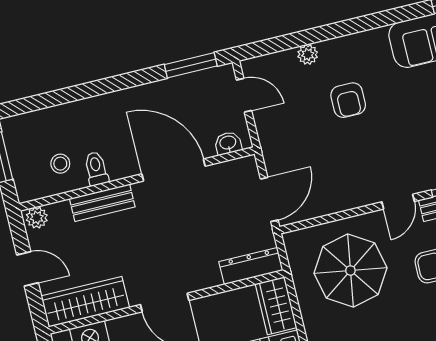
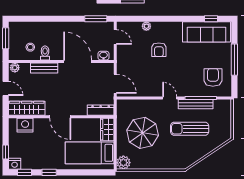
door: (269, 199) -> (115, 84), hinge flipped
door: (398, 202) -> (170, 98), swing flipped
parasol: (350, 270) -> (143, 133), moved

